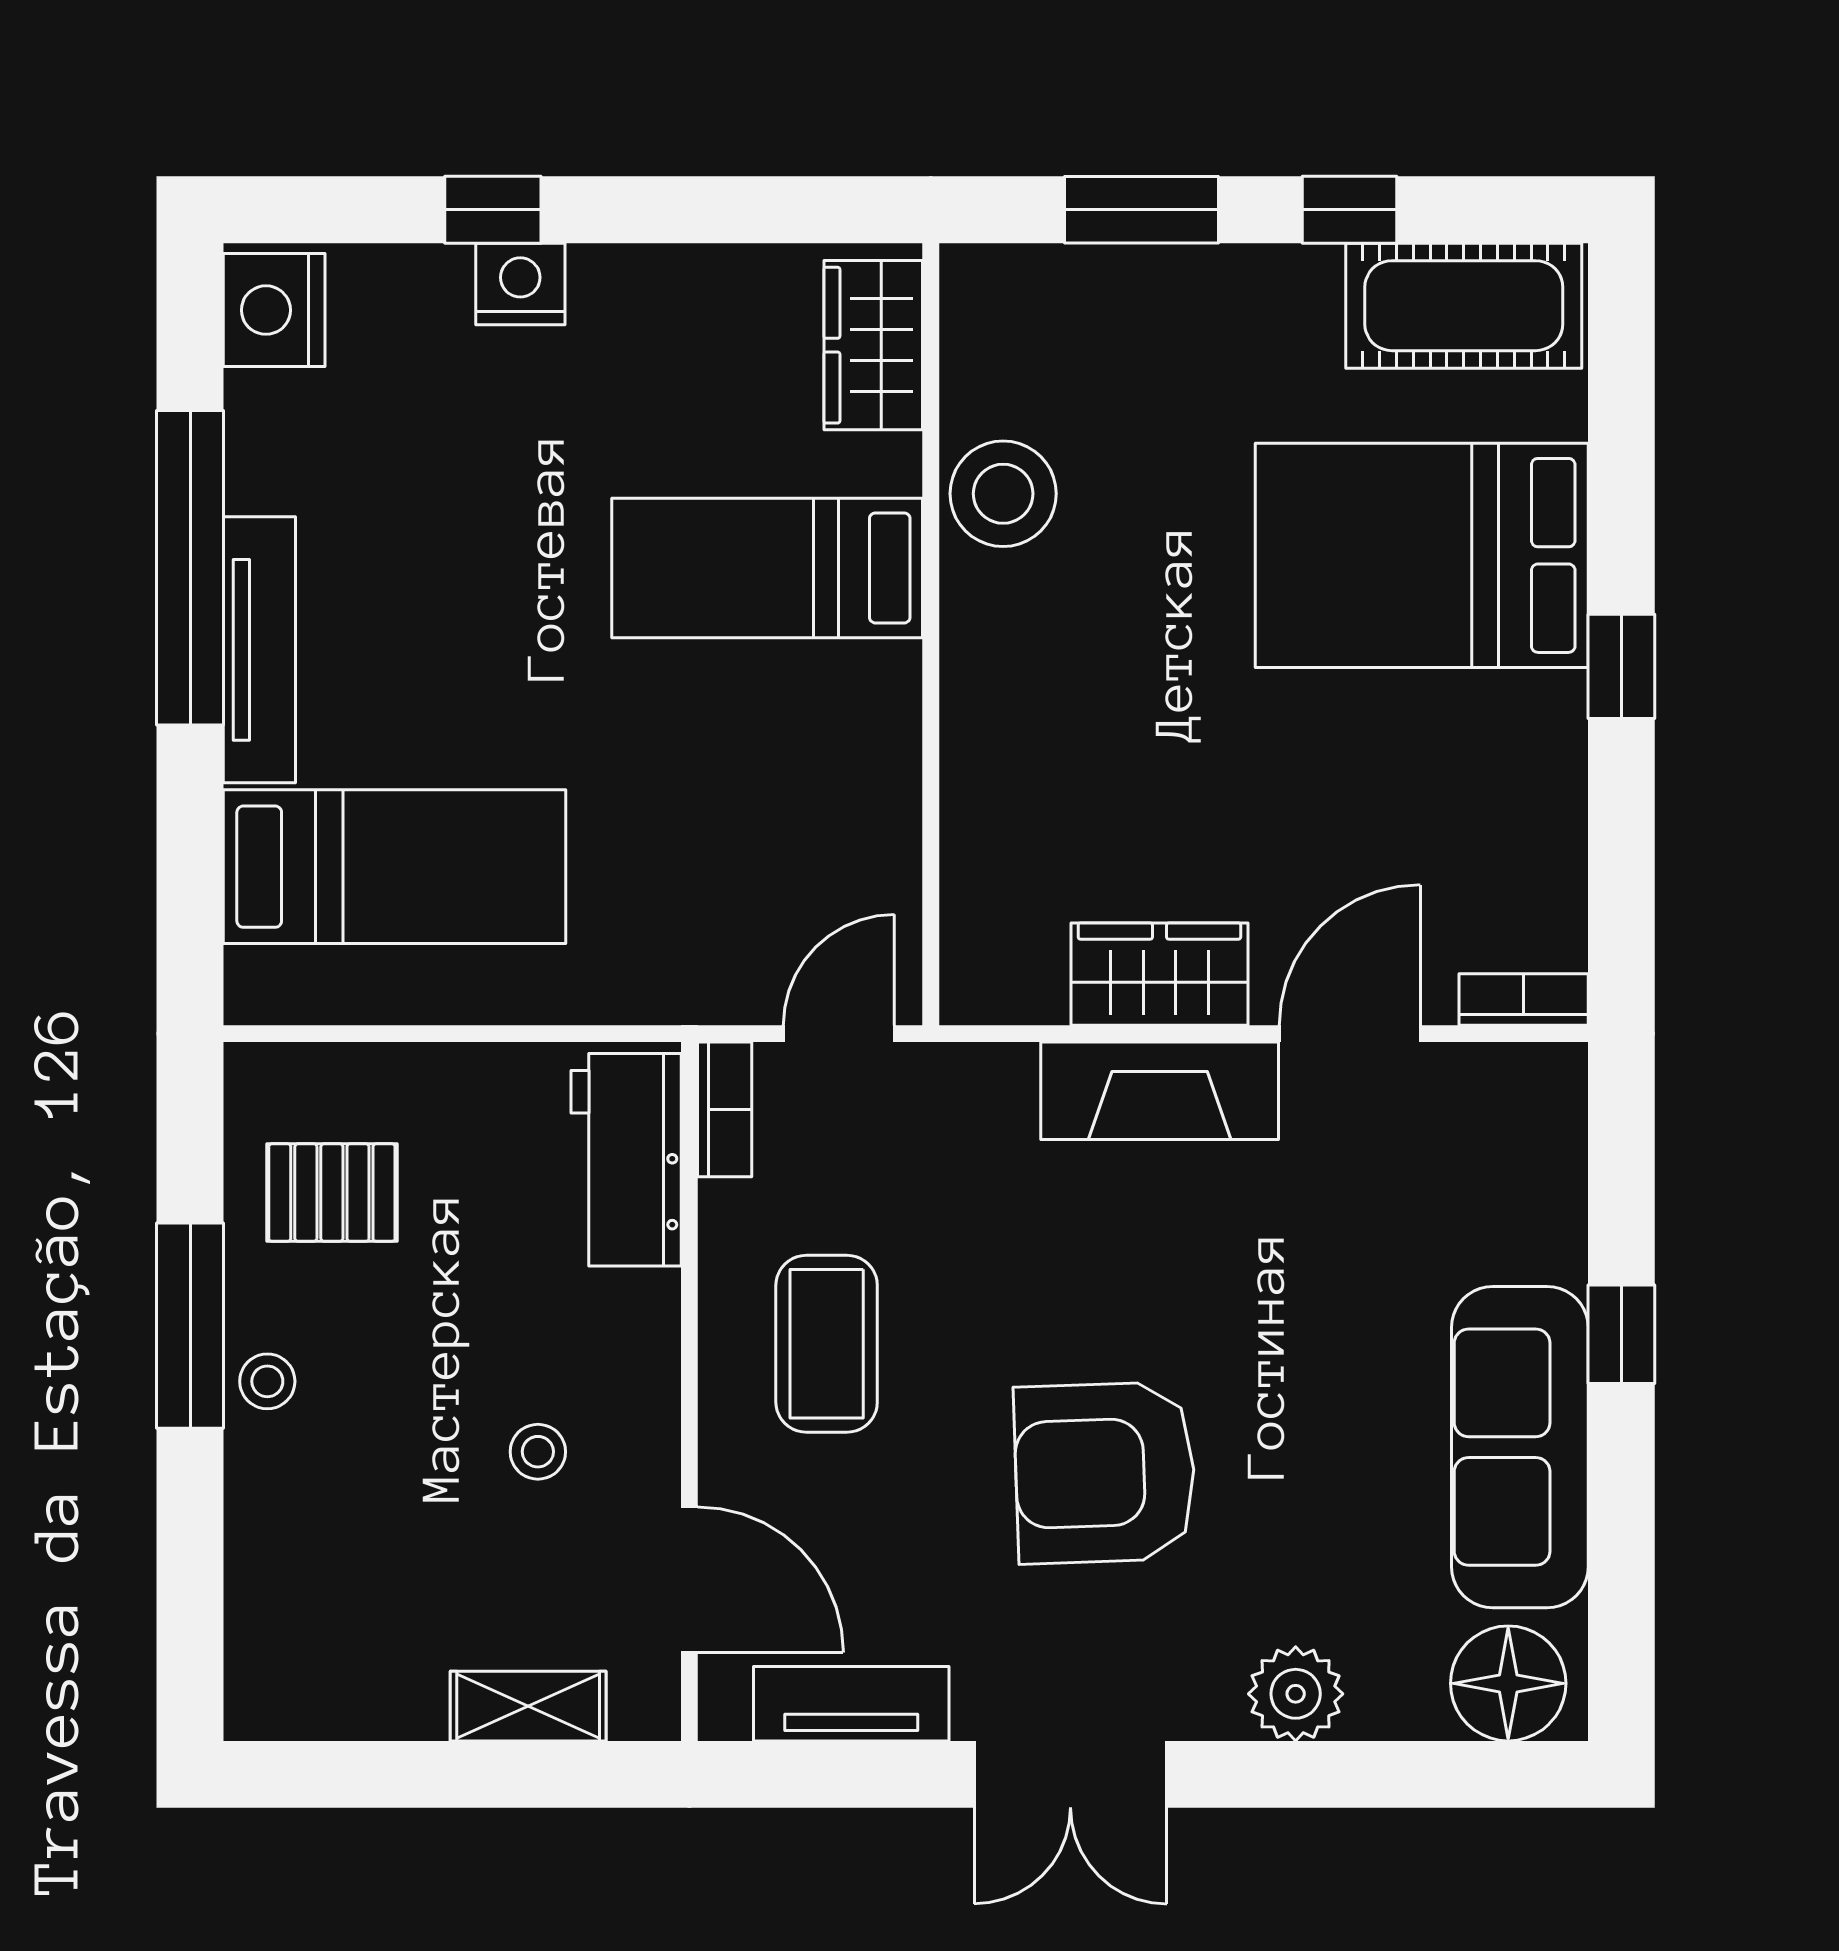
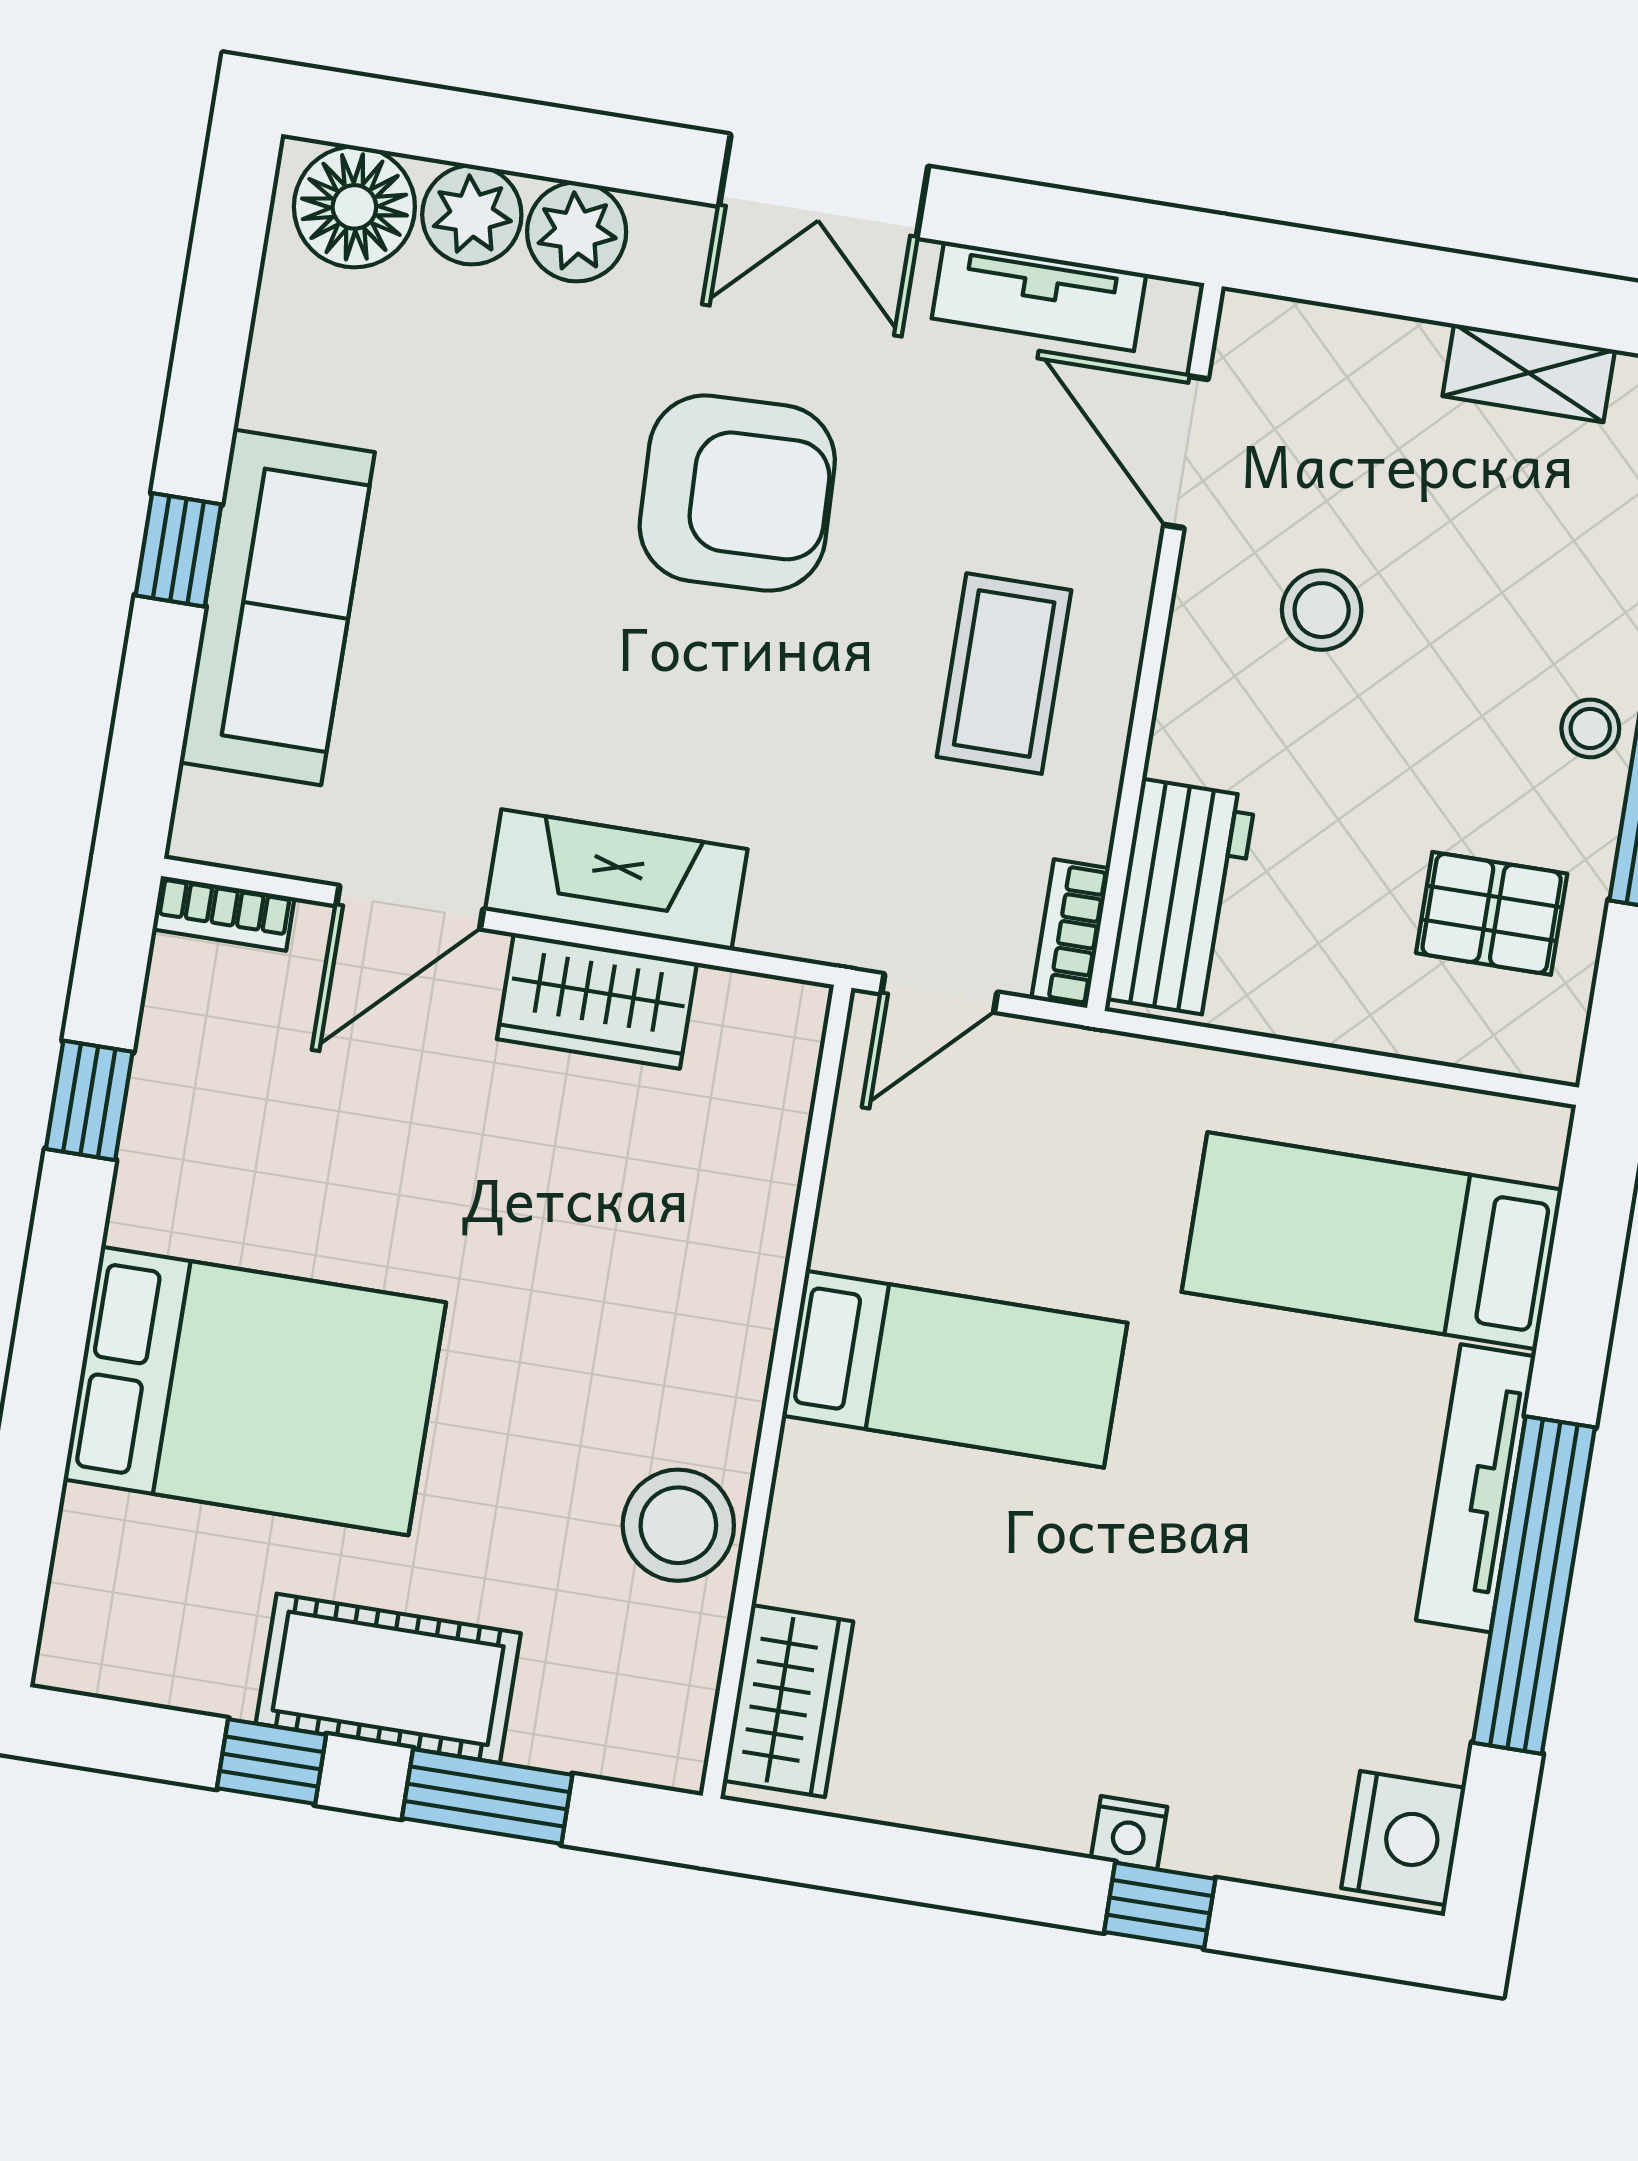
nightstand: (520, 284) -> (1129, 1833), width x0.72, depth x0.74
cot: (1464, 306) -> (388, 1678), moved
bed: (767, 568) -> (955, 1369), moved
window: (1621, 666) -> (89, 1100), moved
sofa: (1520, 1447) -> (277, 607), moved
stool: (538, 1452) -> (1322, 610), width x1.37, depth x1.37
plant: (1397, 1694) -> (472, 215), added
shelving: (528, 1706) -> (1529, 373), moved
double door: (1070, 1774) -> (824, 186), swing flipped

